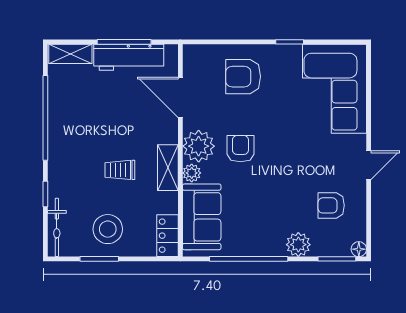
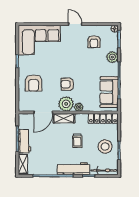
workbench: (129, 57) -> (24, 141), width x0.73
workbench: (61, 162) -> (73, 169), added
shelving: (168, 168) -> (64, 118), moved
sofa: (202, 217) -> (109, 92), moved, turned -90
locker: (168, 236) -> (103, 118), width x1.53

